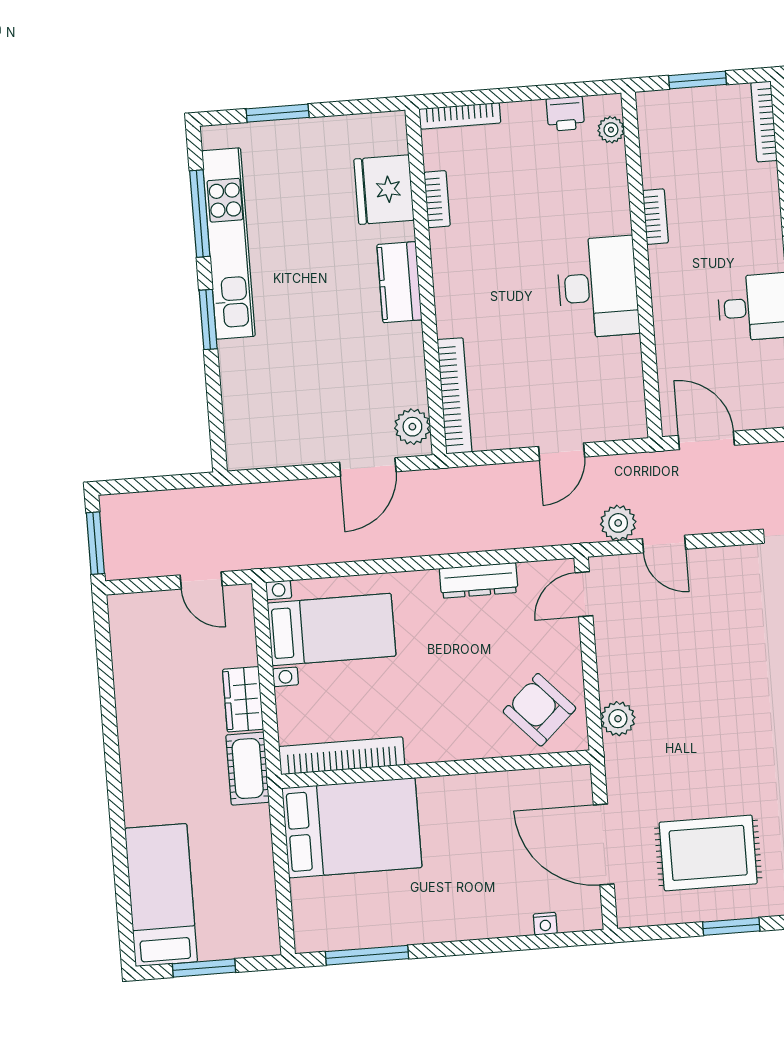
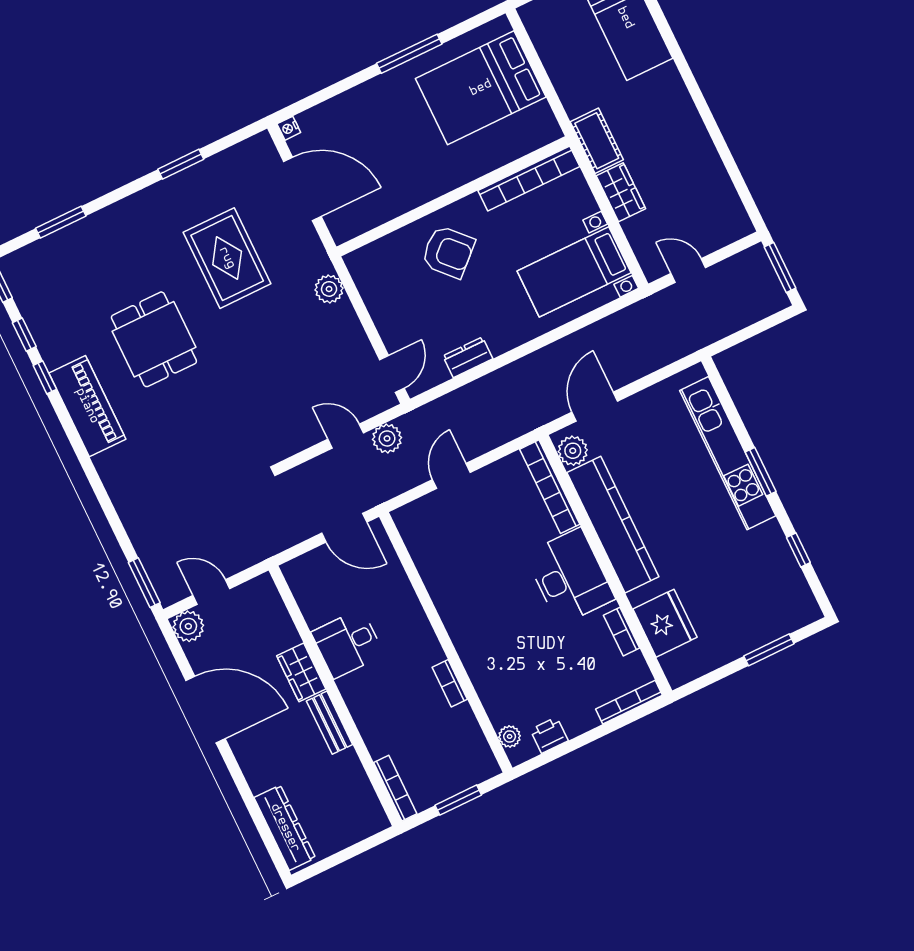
window: (200, 214) -> (798, 550), width x0.46
kitchen unit: (228, 244) -> (728, 453), moved
kitchen counter: (399, 282) -> (613, 525), width x2.08, depth x1.17
desk: (598, 287) -> (570, 577), moved, turned 180
dresser: (479, 580) -> (468, 357), width x0.70
armchair: (539, 710) -> (448, 252), moved
bed: (352, 828) -> (481, 88), moved
rug: (708, 853) -> (227, 258), moved, turned 90
nightstand: (545, 924) -> (289, 128), moved, turned -90
window: (367, 955) -> (409, 54), moved

